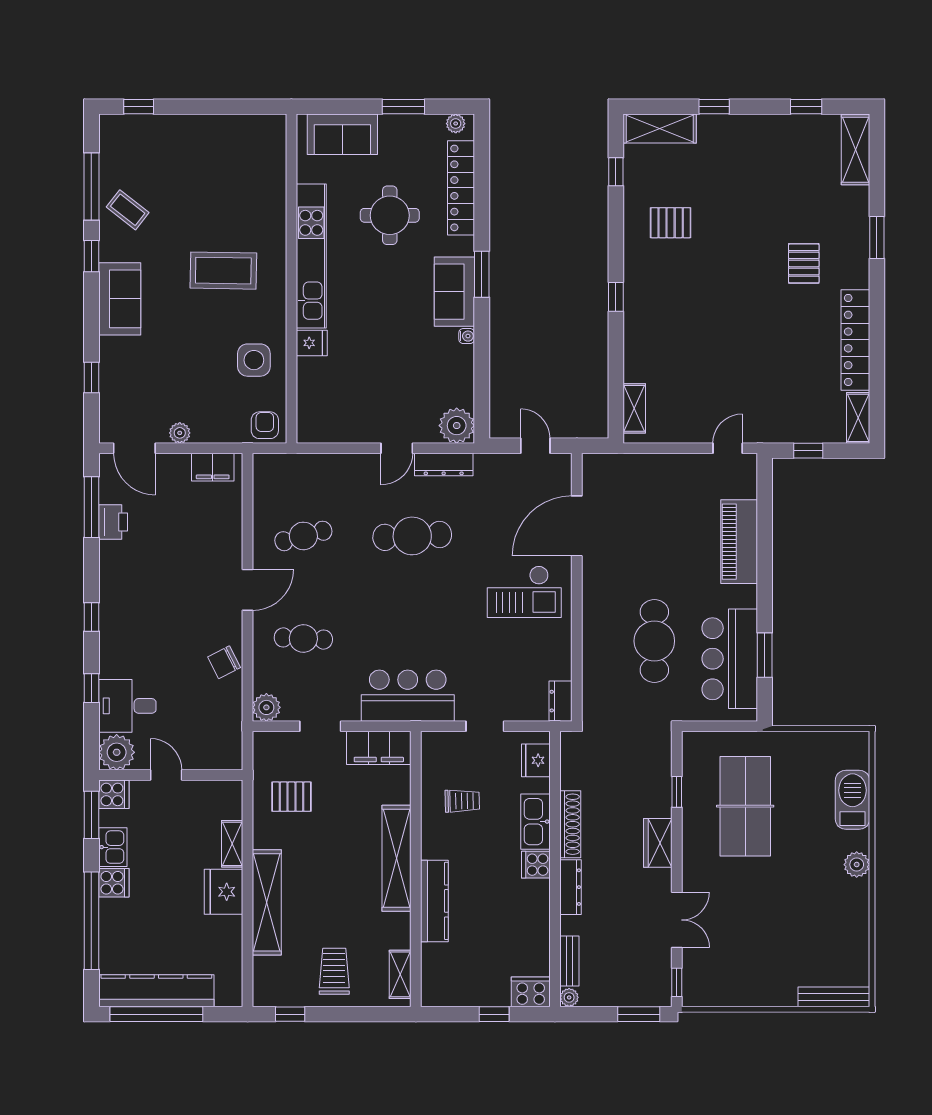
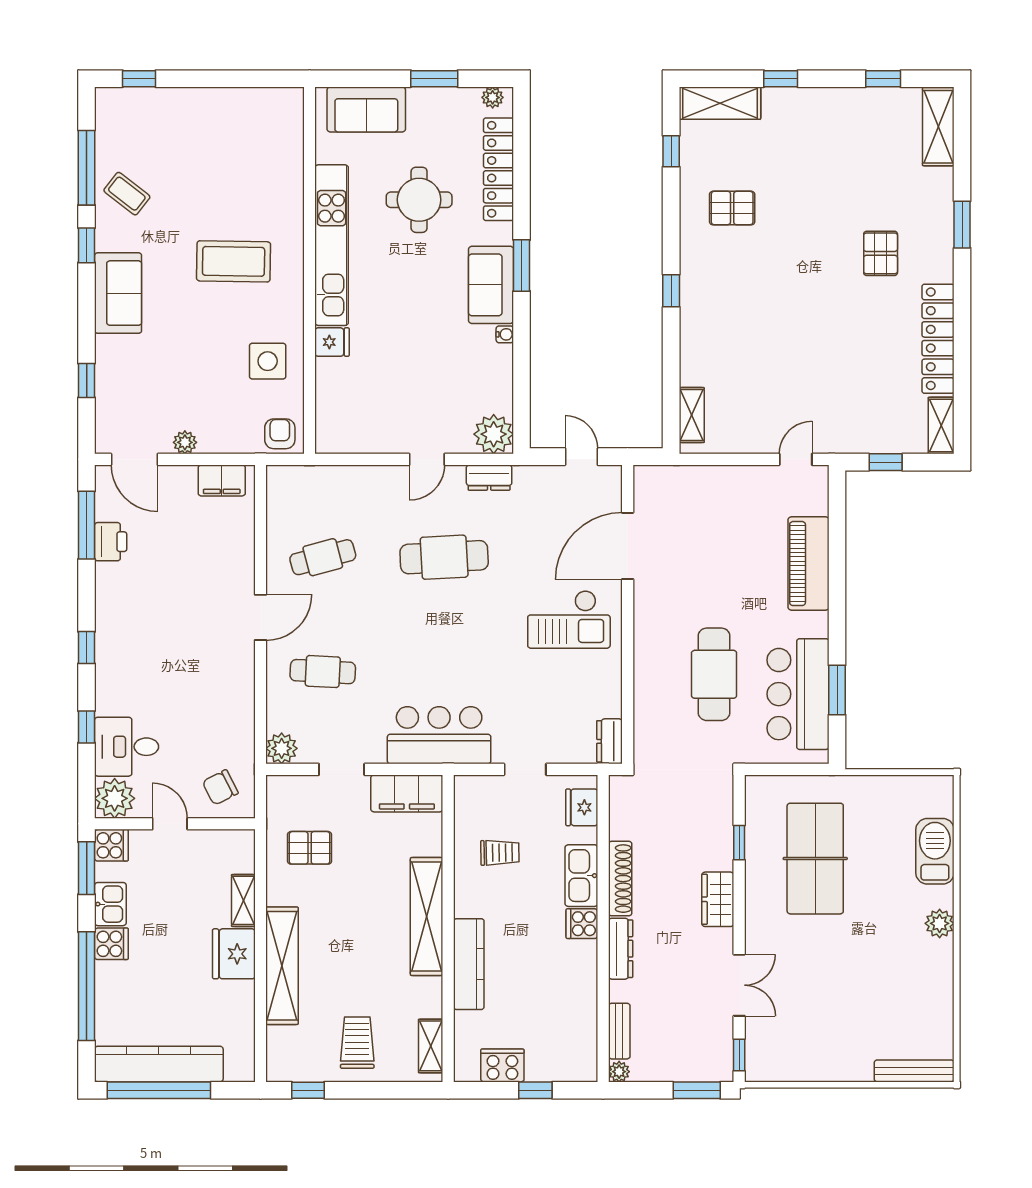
dresser: (444, 464) -> (489, 478), width x0.70
chair: (224, 662) -> (220, 787), moved
cooker: (531, 992) -> (502, 1065), moved

